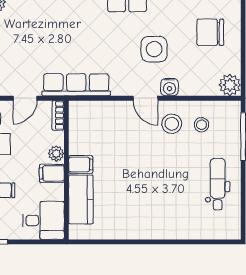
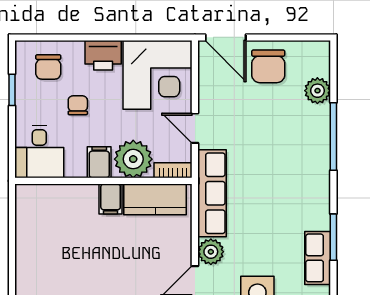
plant: (122, 86) -> (211, 252), added
plant: (56, 154) -> (133, 159), width x1.88, depth x1.88
kitchen counter: (81, 199) -> (155, 199), moved

